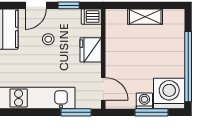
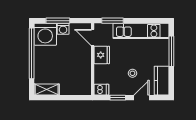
shelving: (145, 17) -> (47, 90), moved
fridge: (91, 50) -> (102, 55), moved

